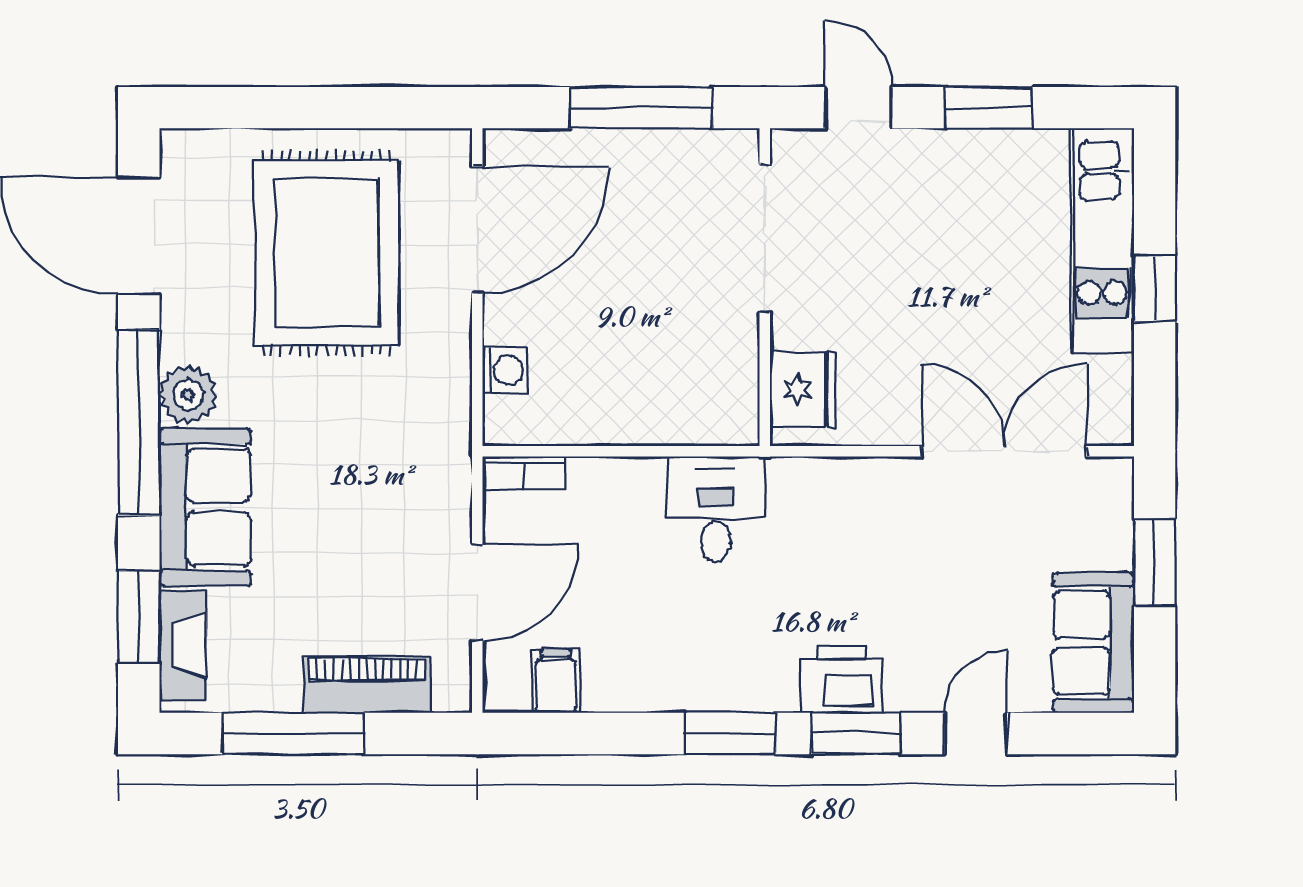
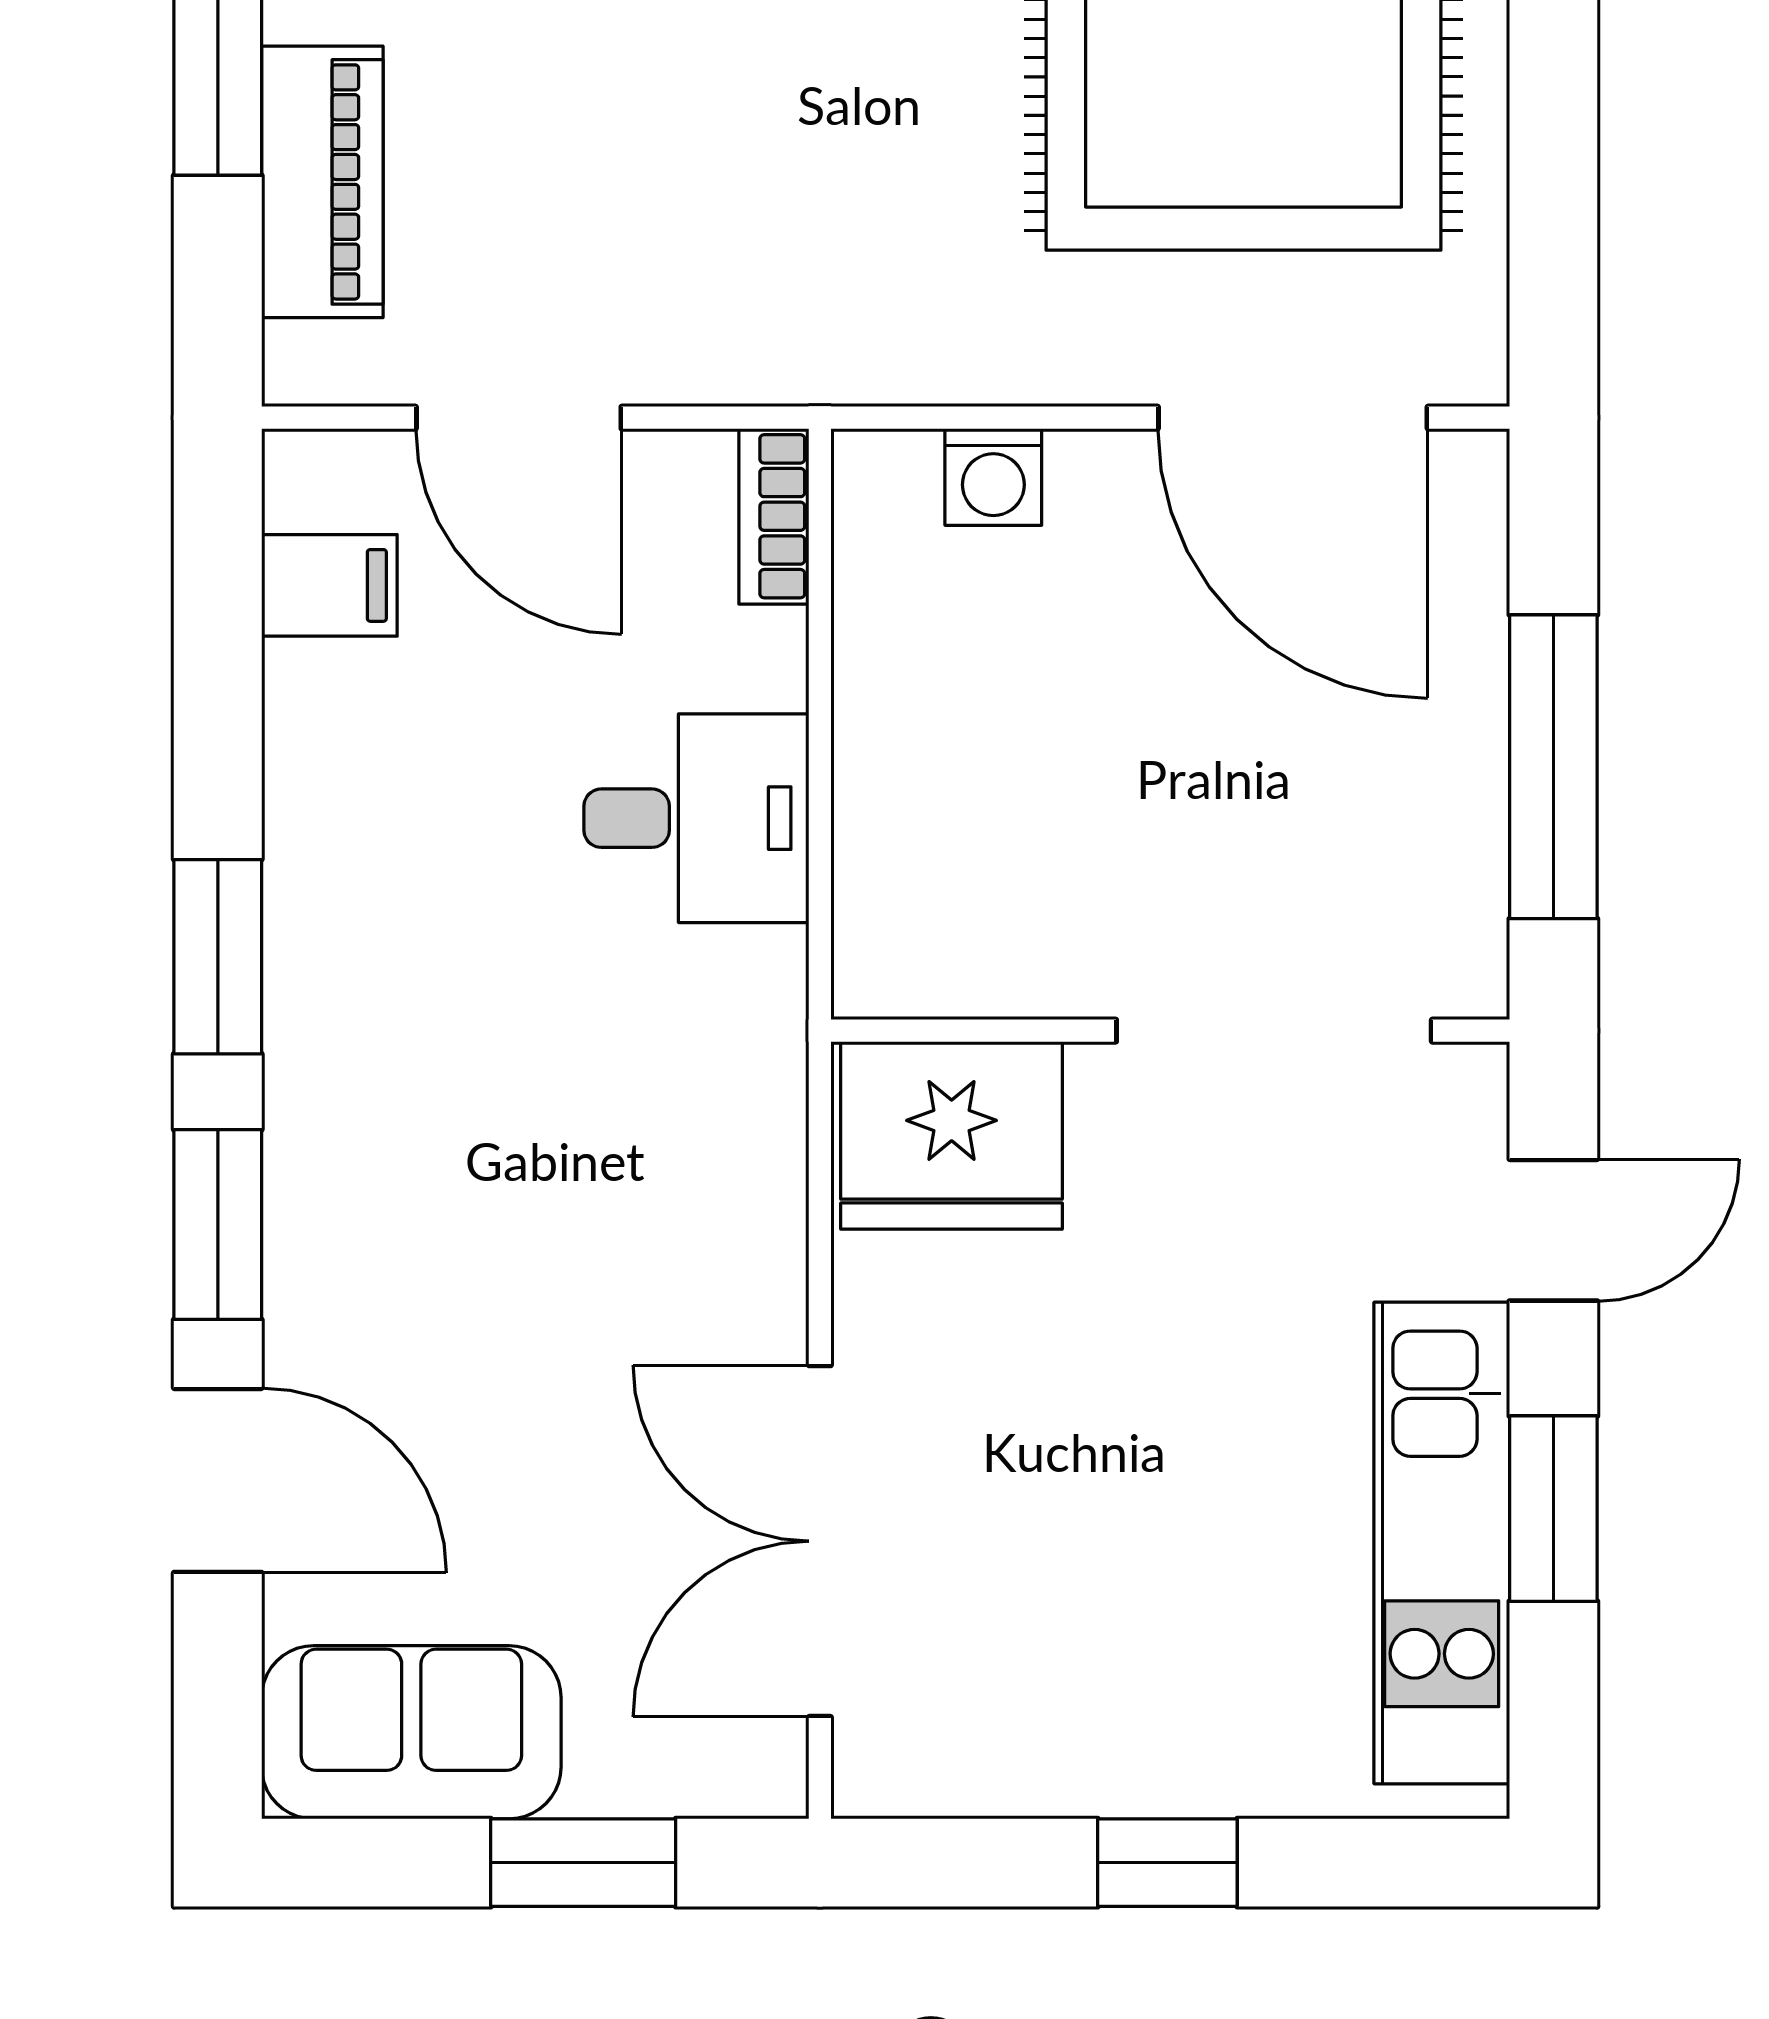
kitchen unit: (1102, 241) -> (1442, 1543), moved, turned -90
fridge: (803, 390) -> (952, 1135), width x1.36, depth x1.34
double door: (1004, 451) -> (820, 1541), swing flipped
desk: (716, 509) -> (696, 818), moved
printer: (841, 679) -> (333, 1194), removed
door: (976, 733) -> (218, 1480), width x1.38

